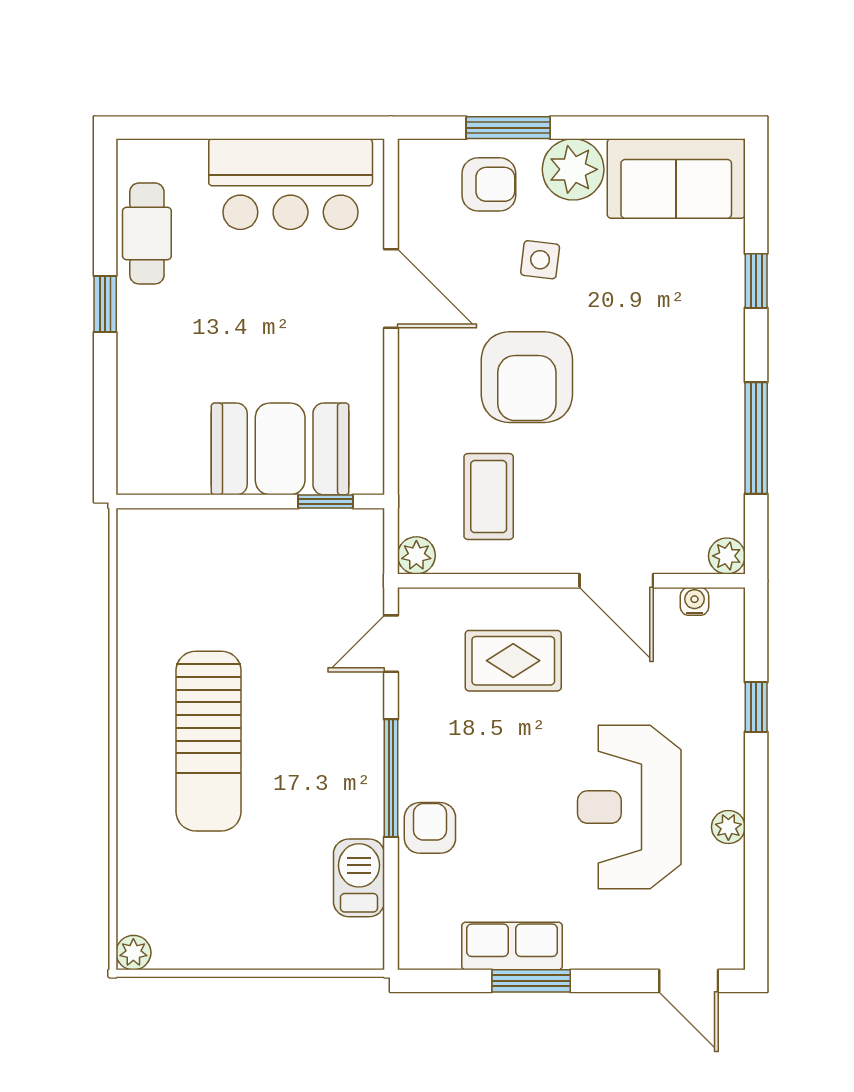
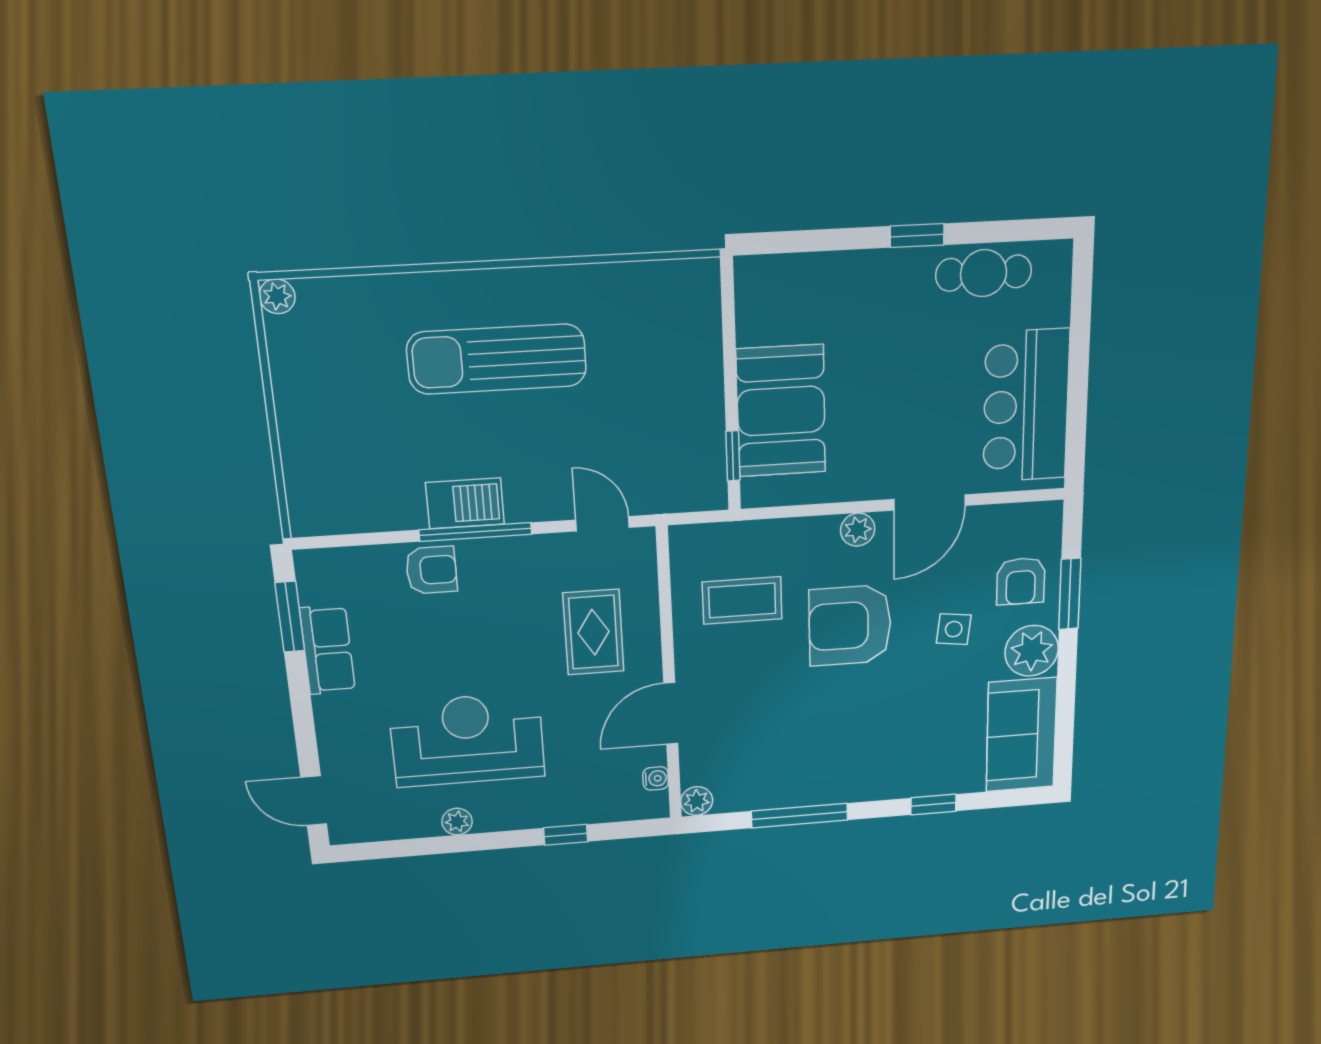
plant: (416, 555) -> (858, 530), moved
barbecue: (359, 878) -> (465, 503), moved
window: (531, 981) -> (290, 617), moved
door: (689, 981) -> (314, 801), hinge flipped

